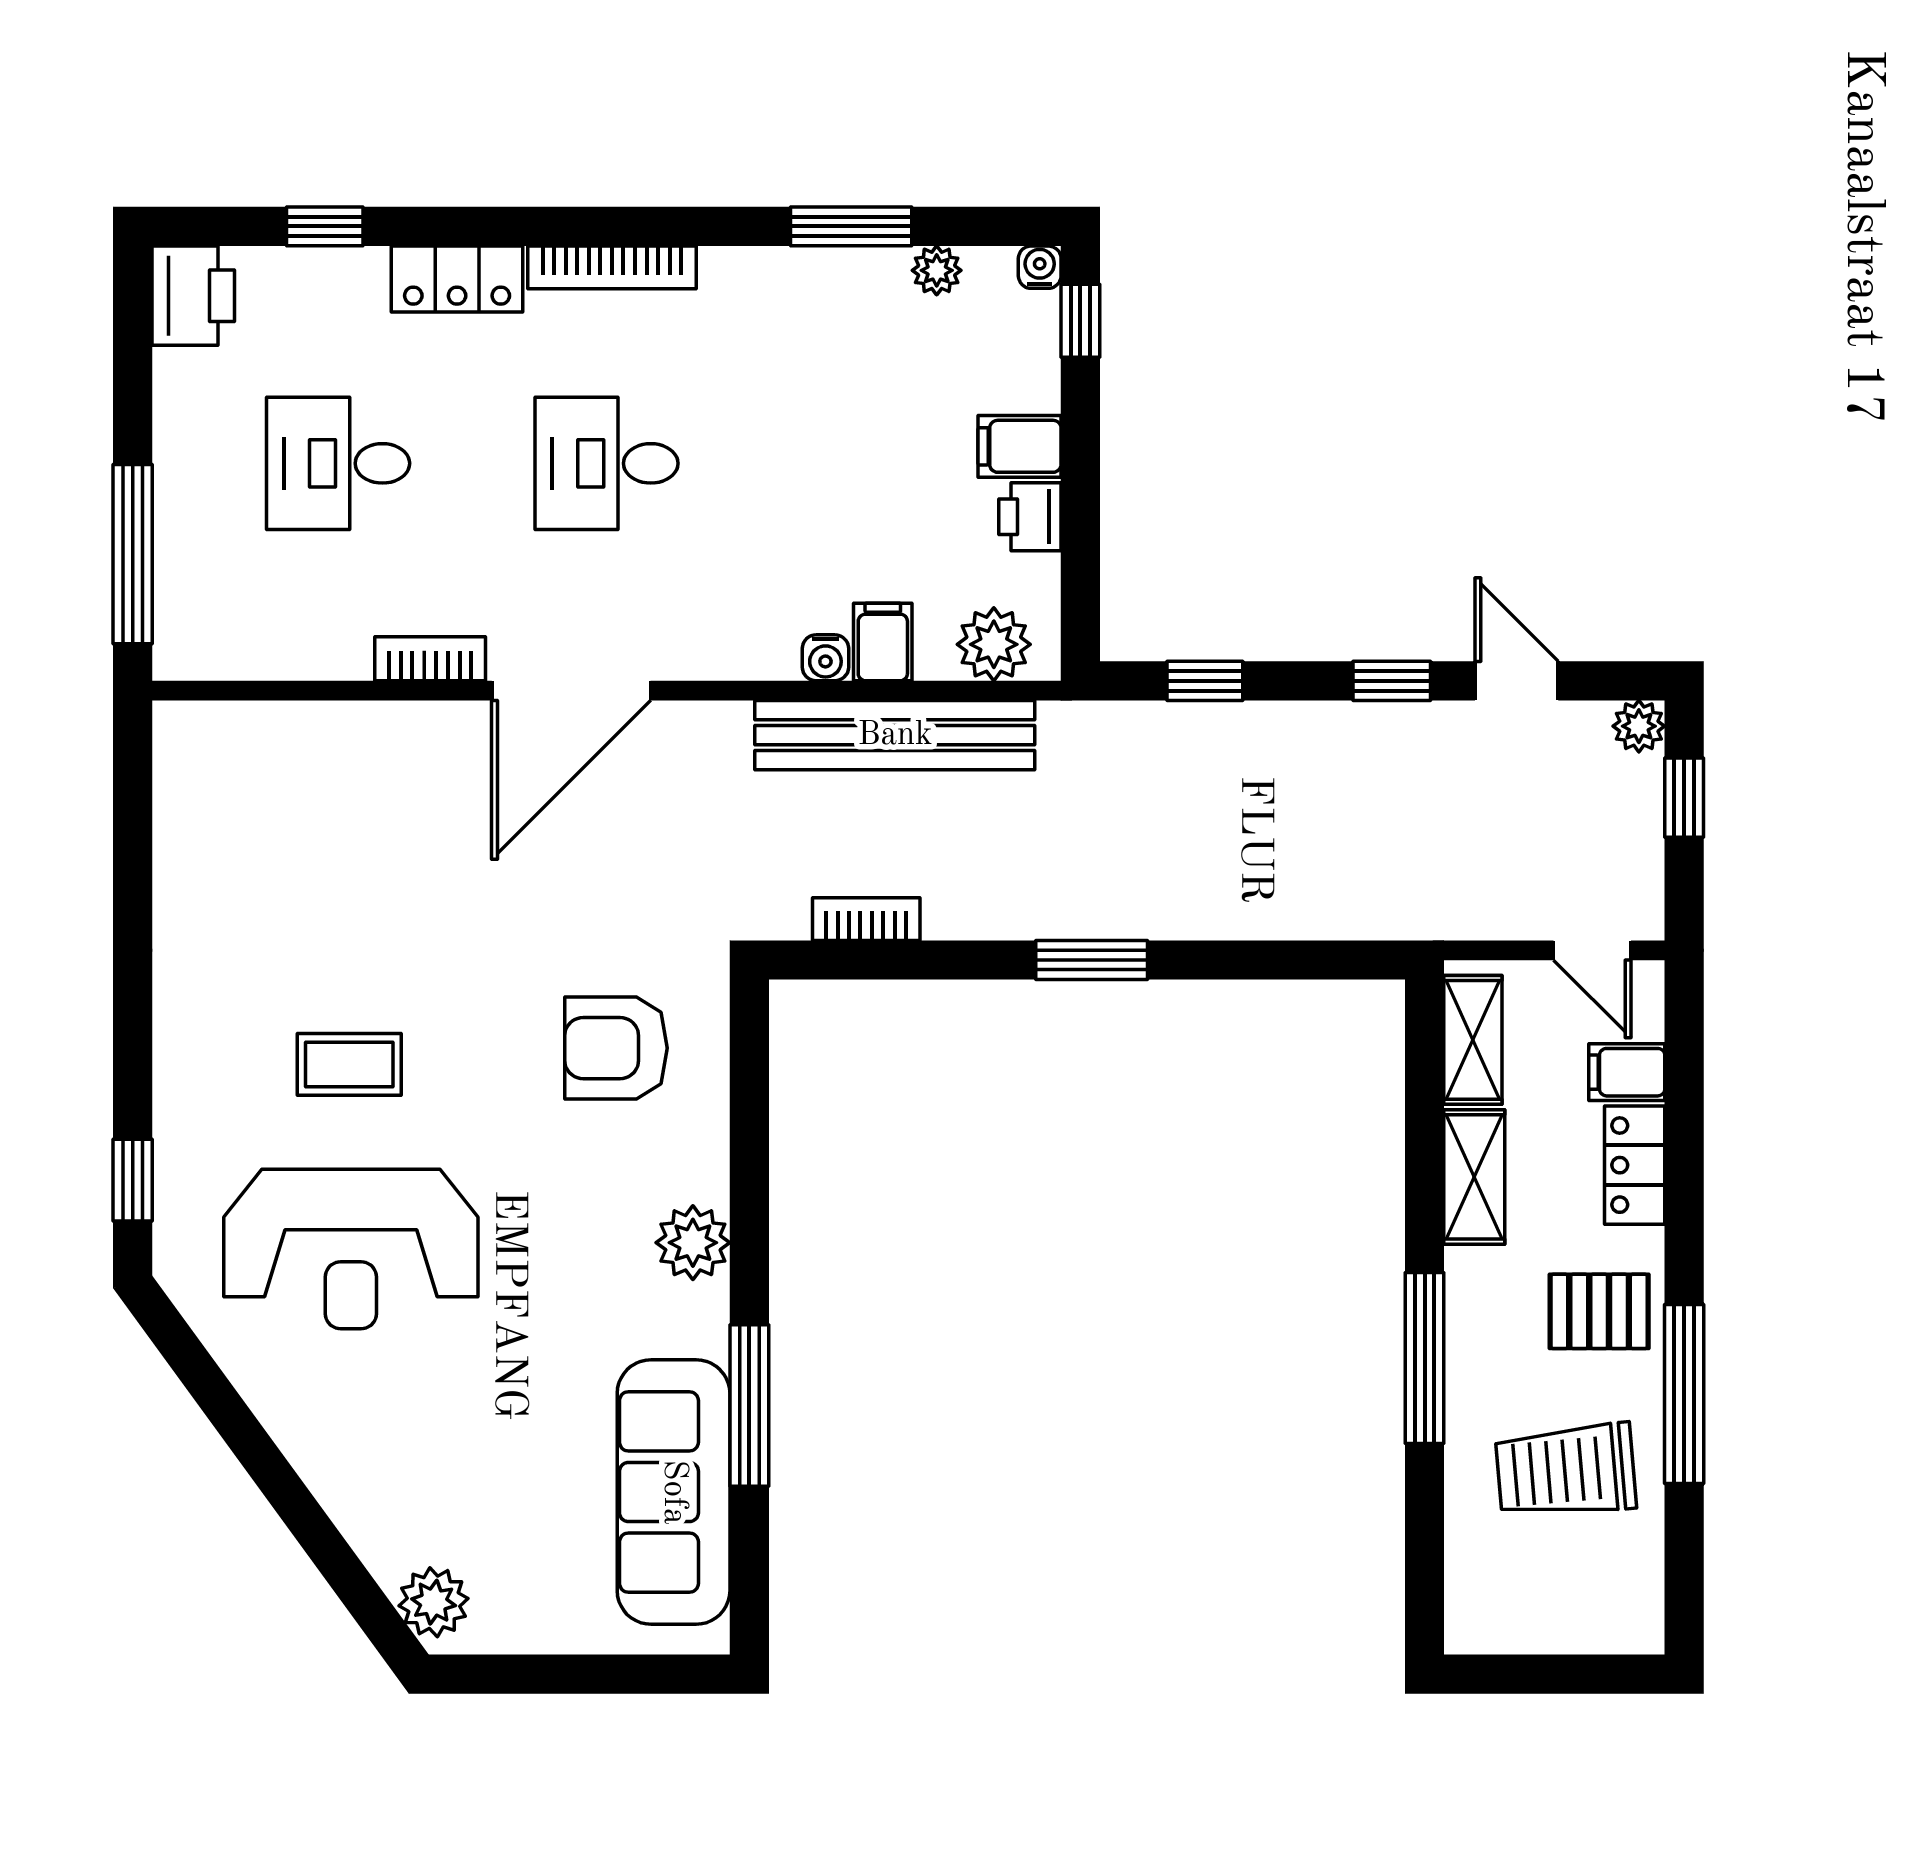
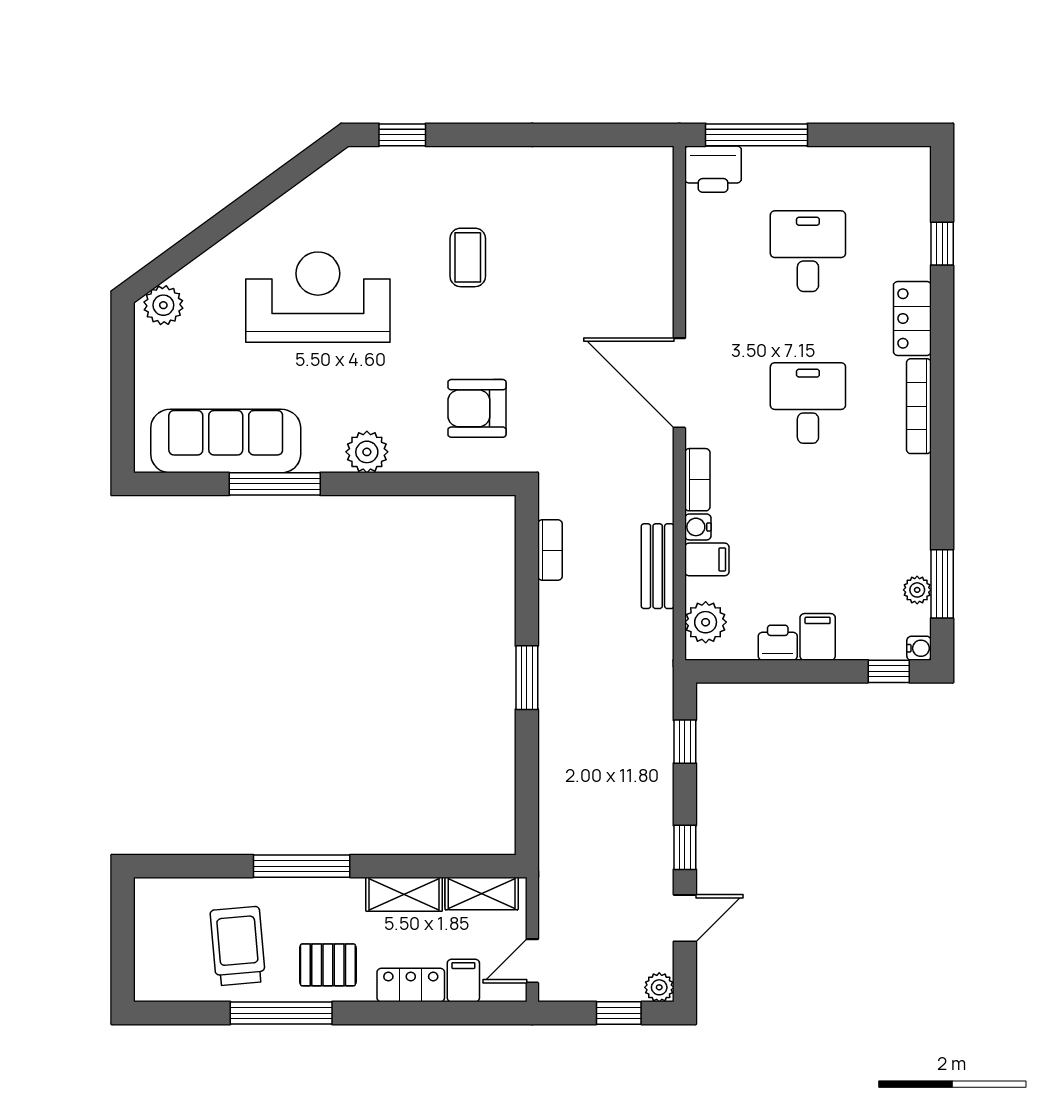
window: (851, 226) -> (942, 584), moved
printer: (193, 296) -> (713, 169), moved
bookcase: (430, 659) -> (697, 480), moved
bench: (895, 735) -> (658, 566), width x0.54, depth x0.82
armchair: (616, 1048) -> (477, 408), turned -90
reception desk: (351, 1249) -> (318, 297), moved, turned 90
pallet: (1599, 1311) -> (328, 965), turned 90

